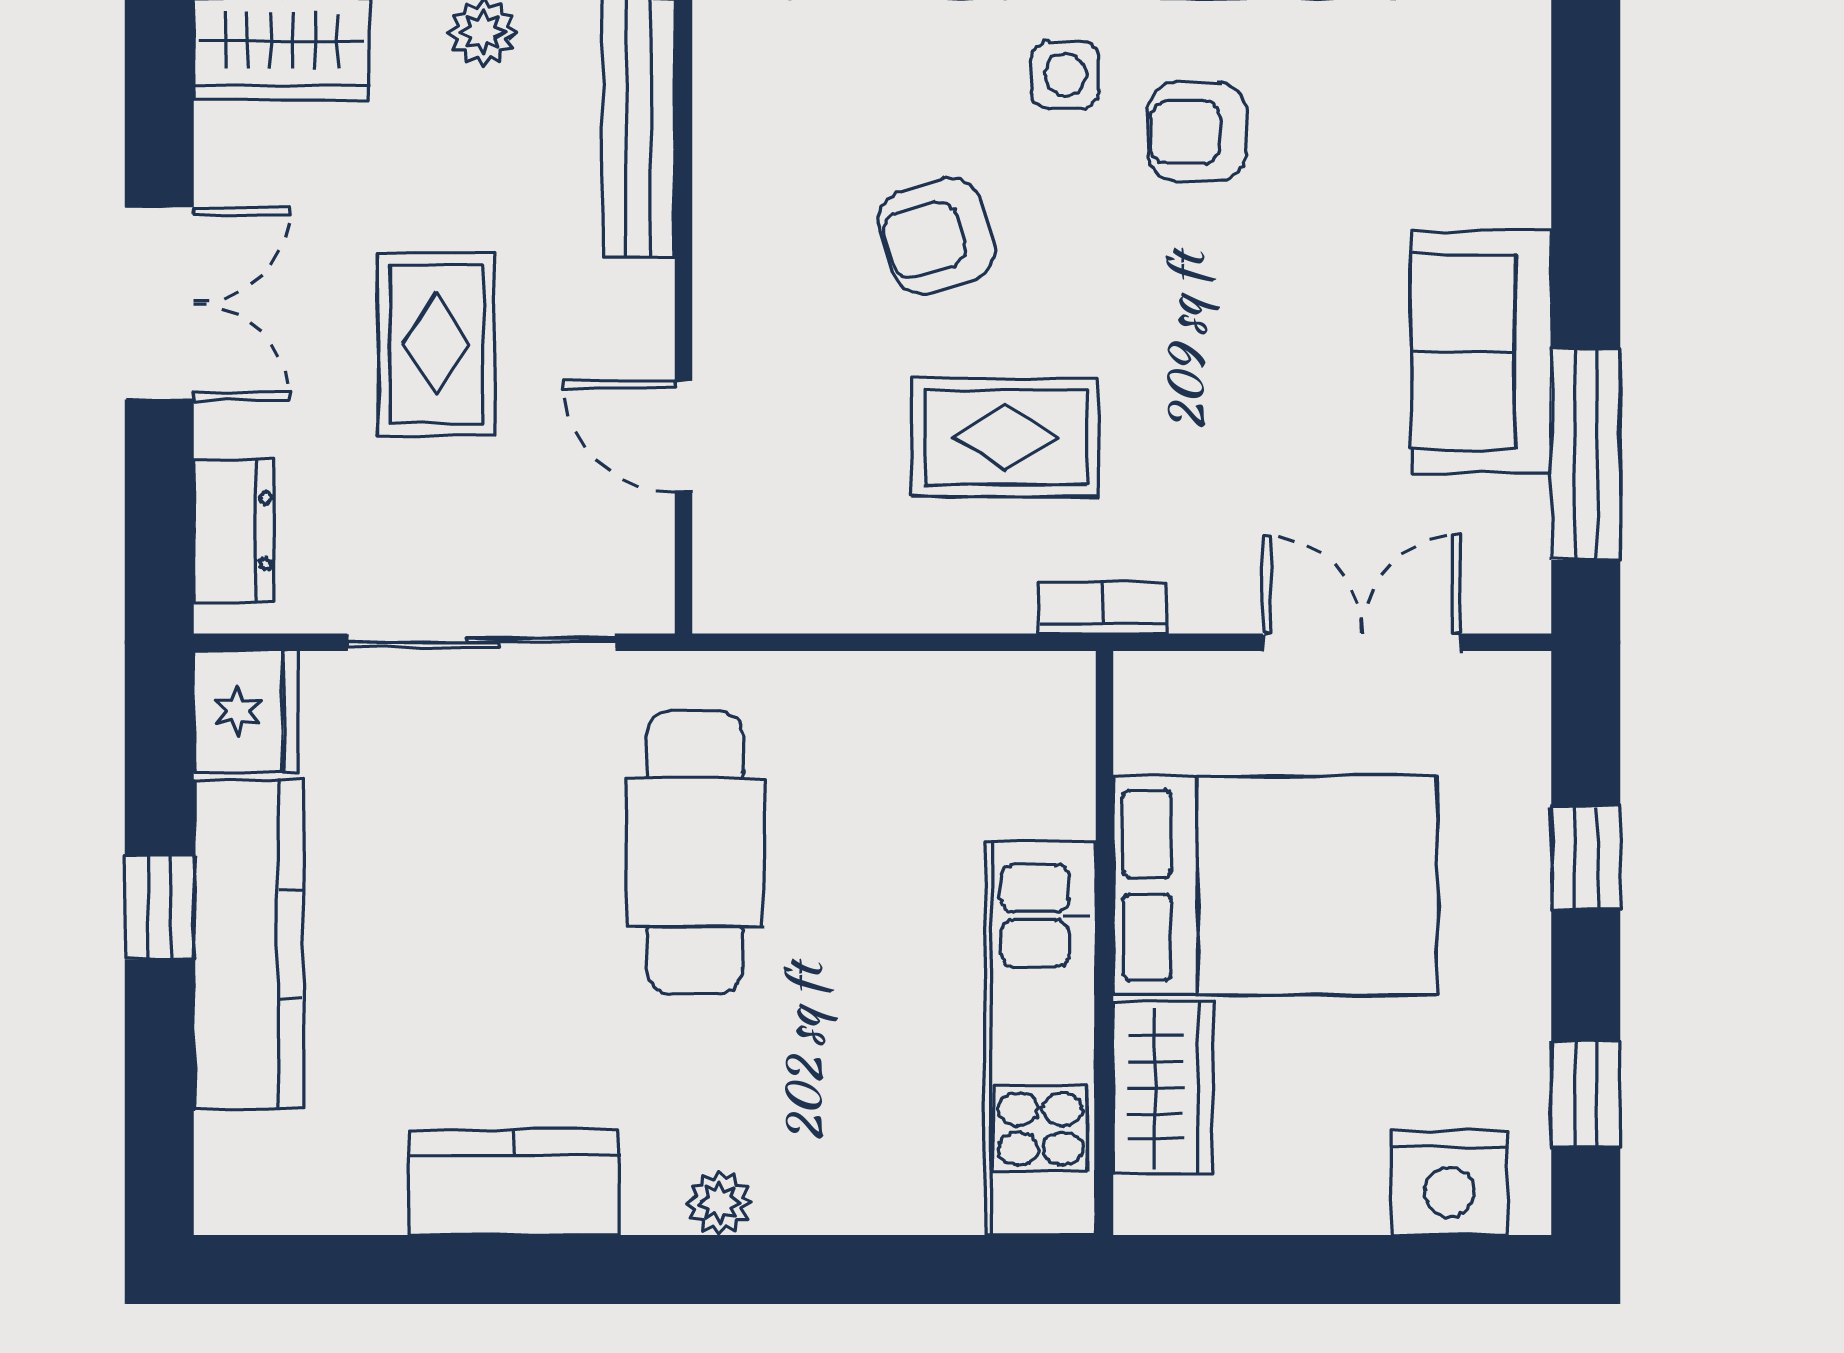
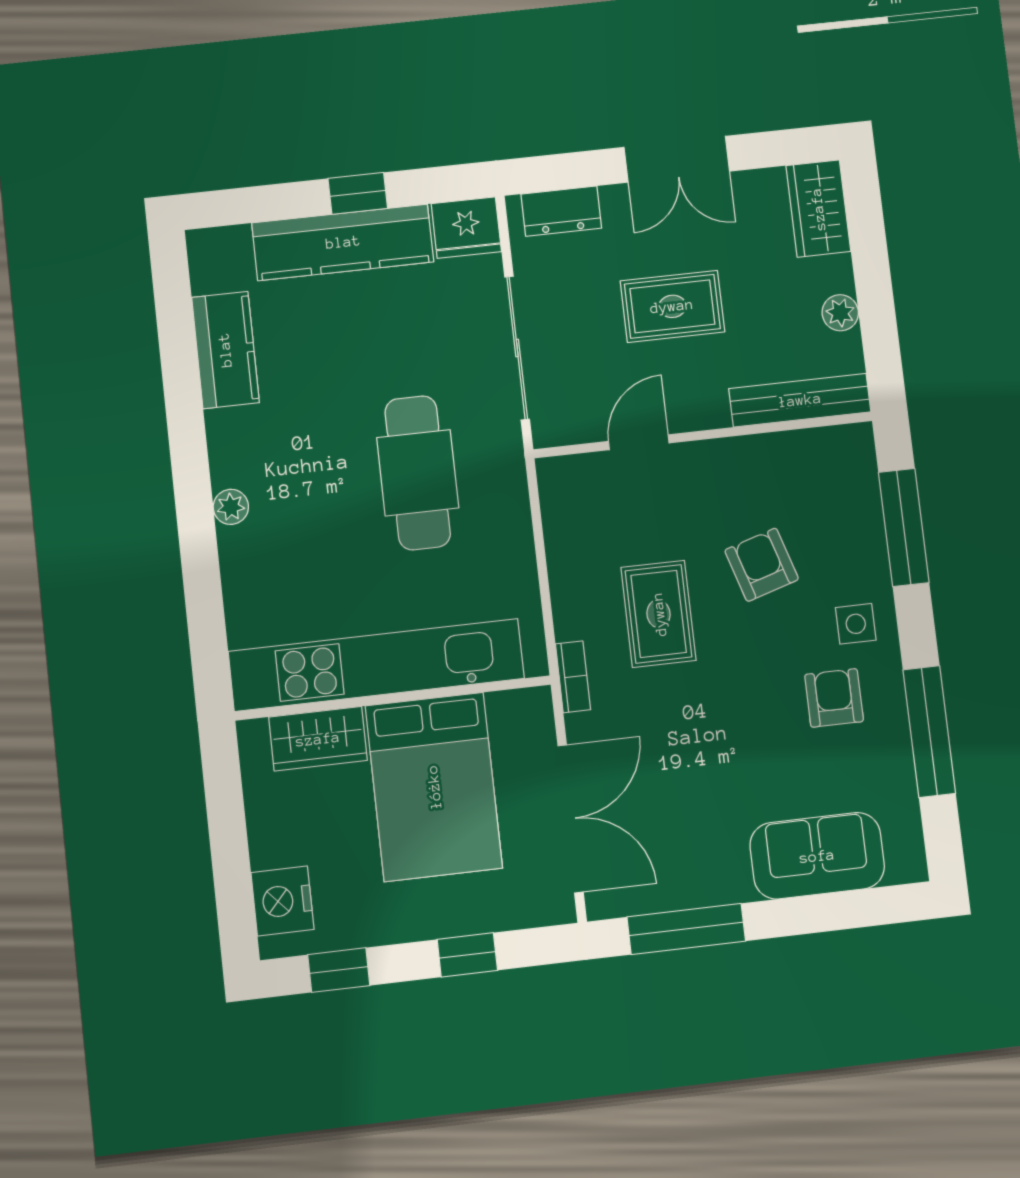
sofa: (1481, 352) -> (817, 856), moved
double door: (1362, 642) -> (571, 819), width x1.37
cafe table: (695, 852) -> (418, 473), turned 90
kitchen unit: (1040, 1038) -> (376, 665), width x1.36
kitchen counter: (514, 1183) -> (225, 350), moved

